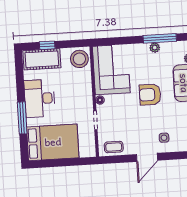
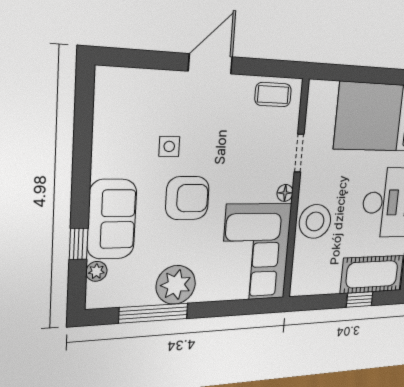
plant: (155, 48) -> (176, 285), width x1.88, depth x1.88
stool: (79, 59) -> (315, 221), moved
side table: (164, 138) -> (169, 146), moved

